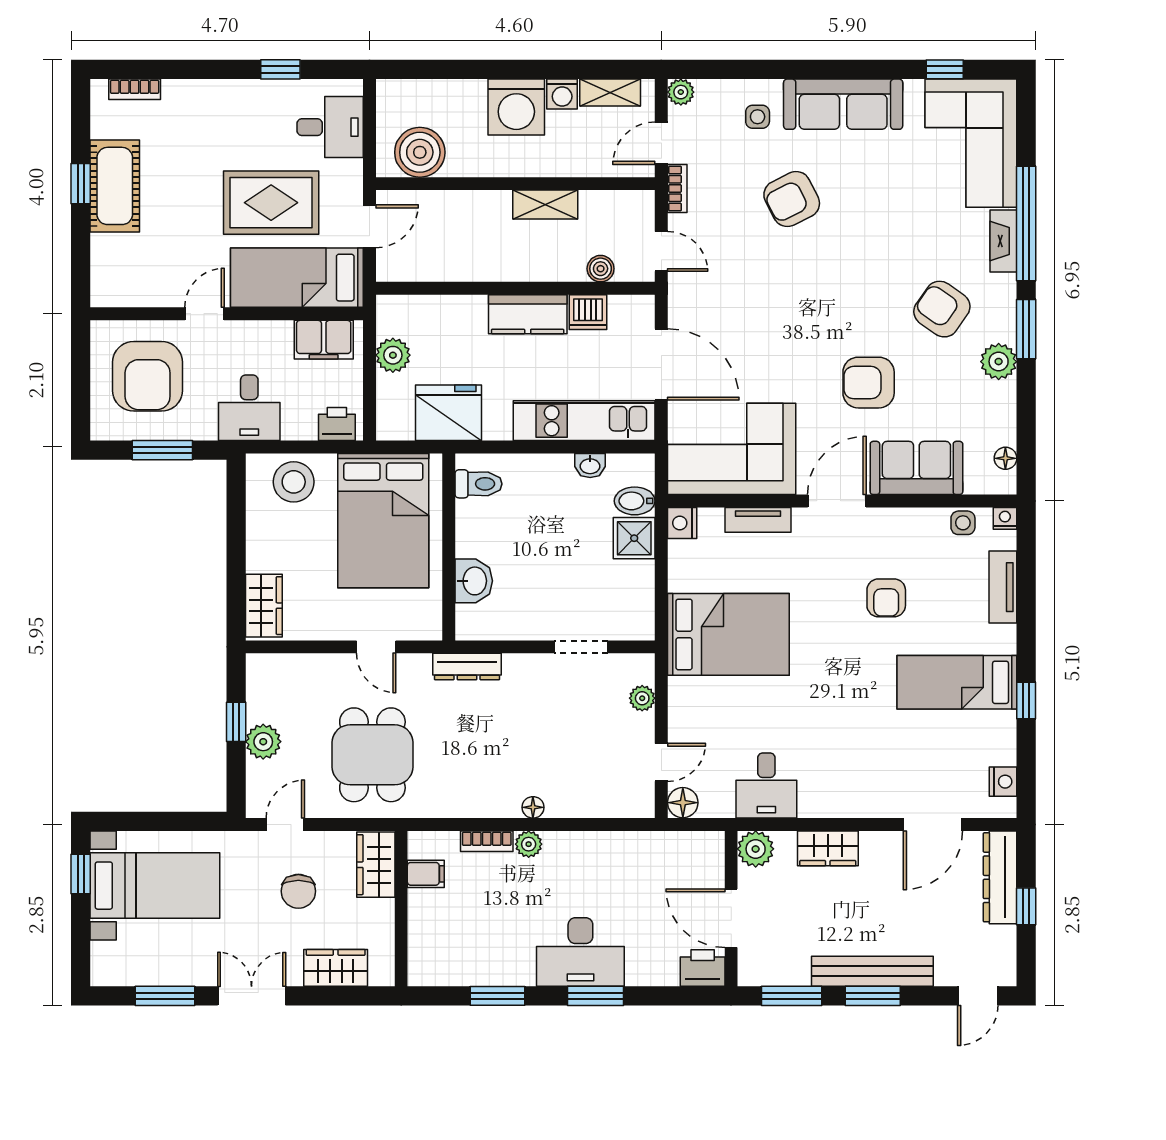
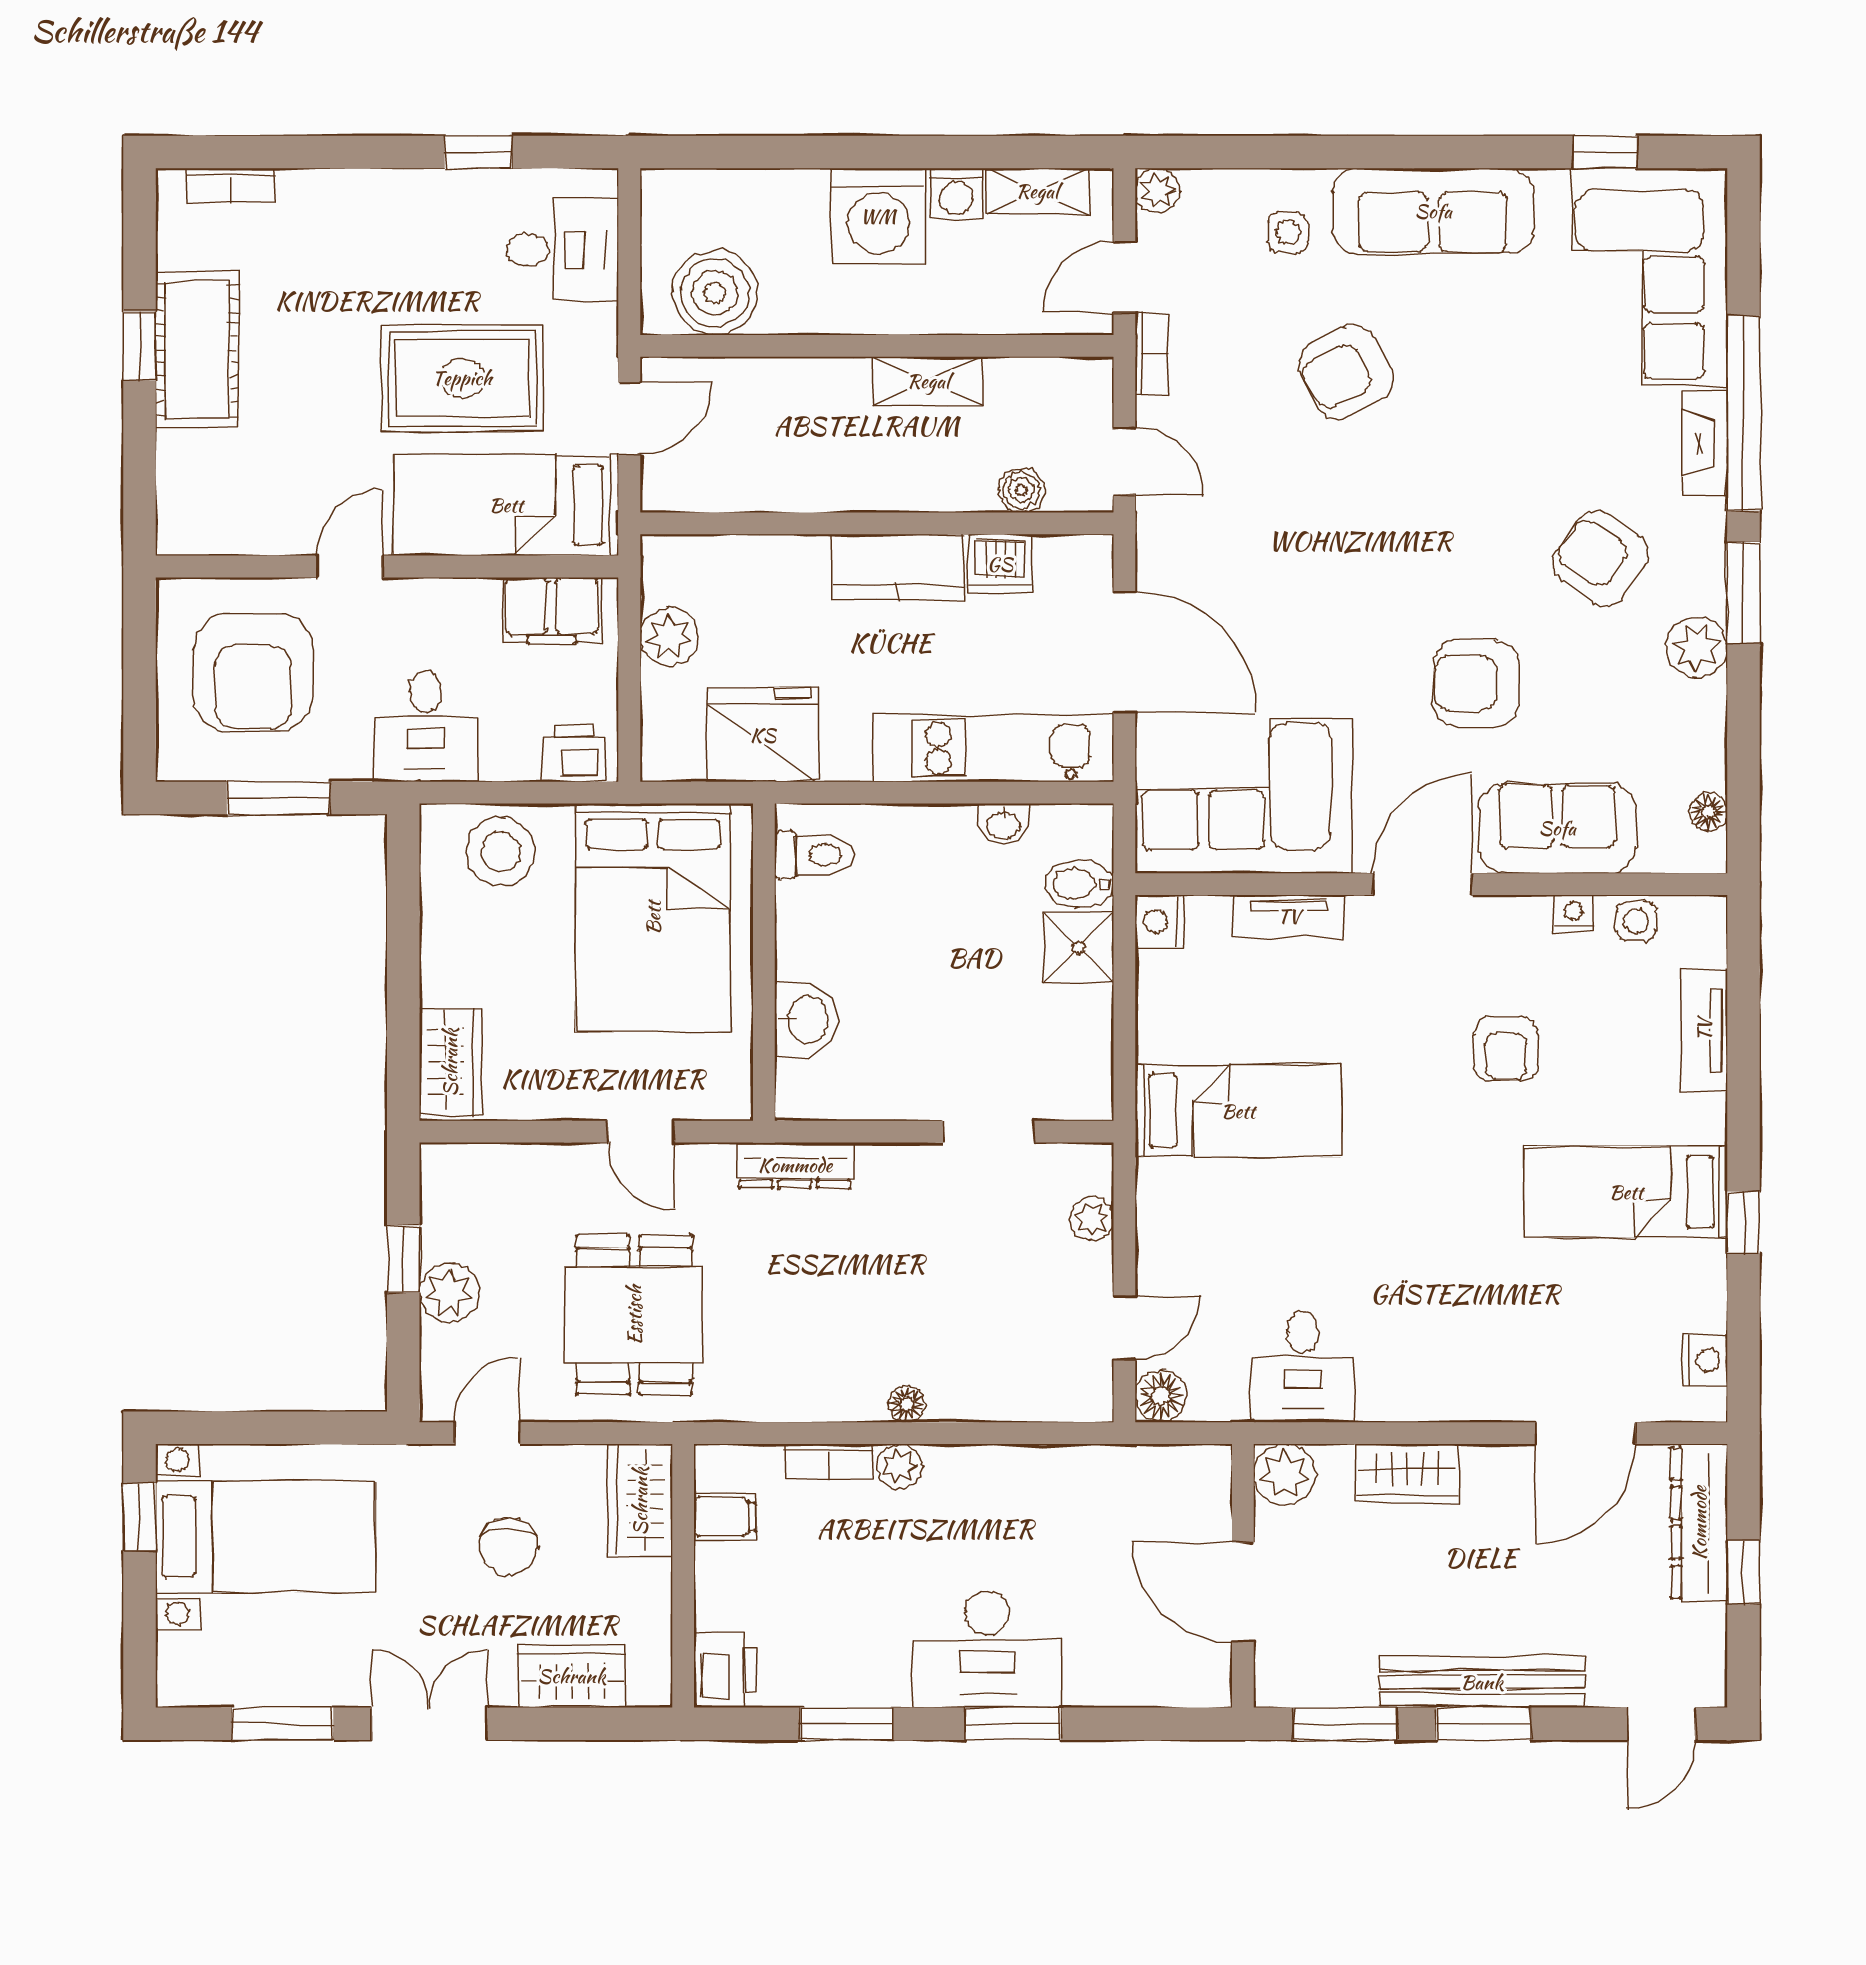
nightstand: (1005, 518) -> (1574, 914), moved
bed: (728, 634) -> (1238, 1111), width x0.67
printer: (703, 968) -> (725, 1670), moved, turned 90

